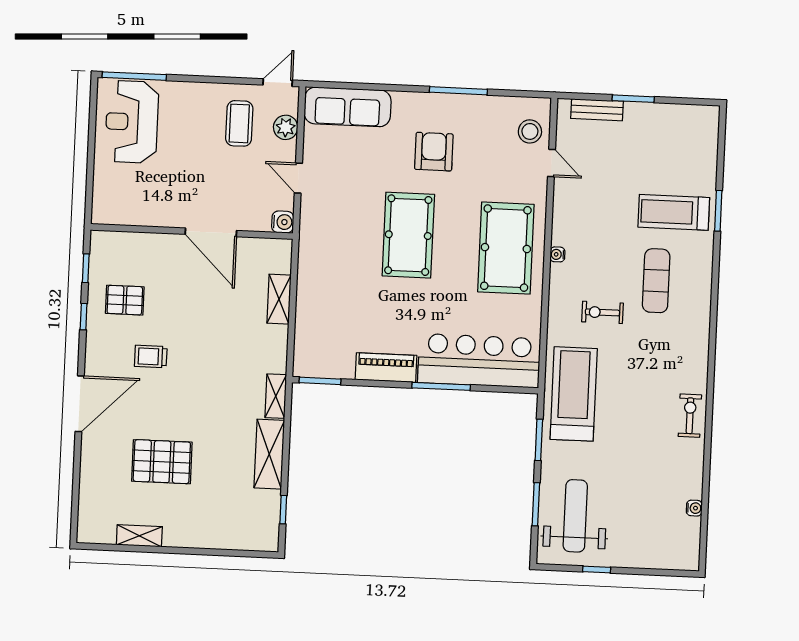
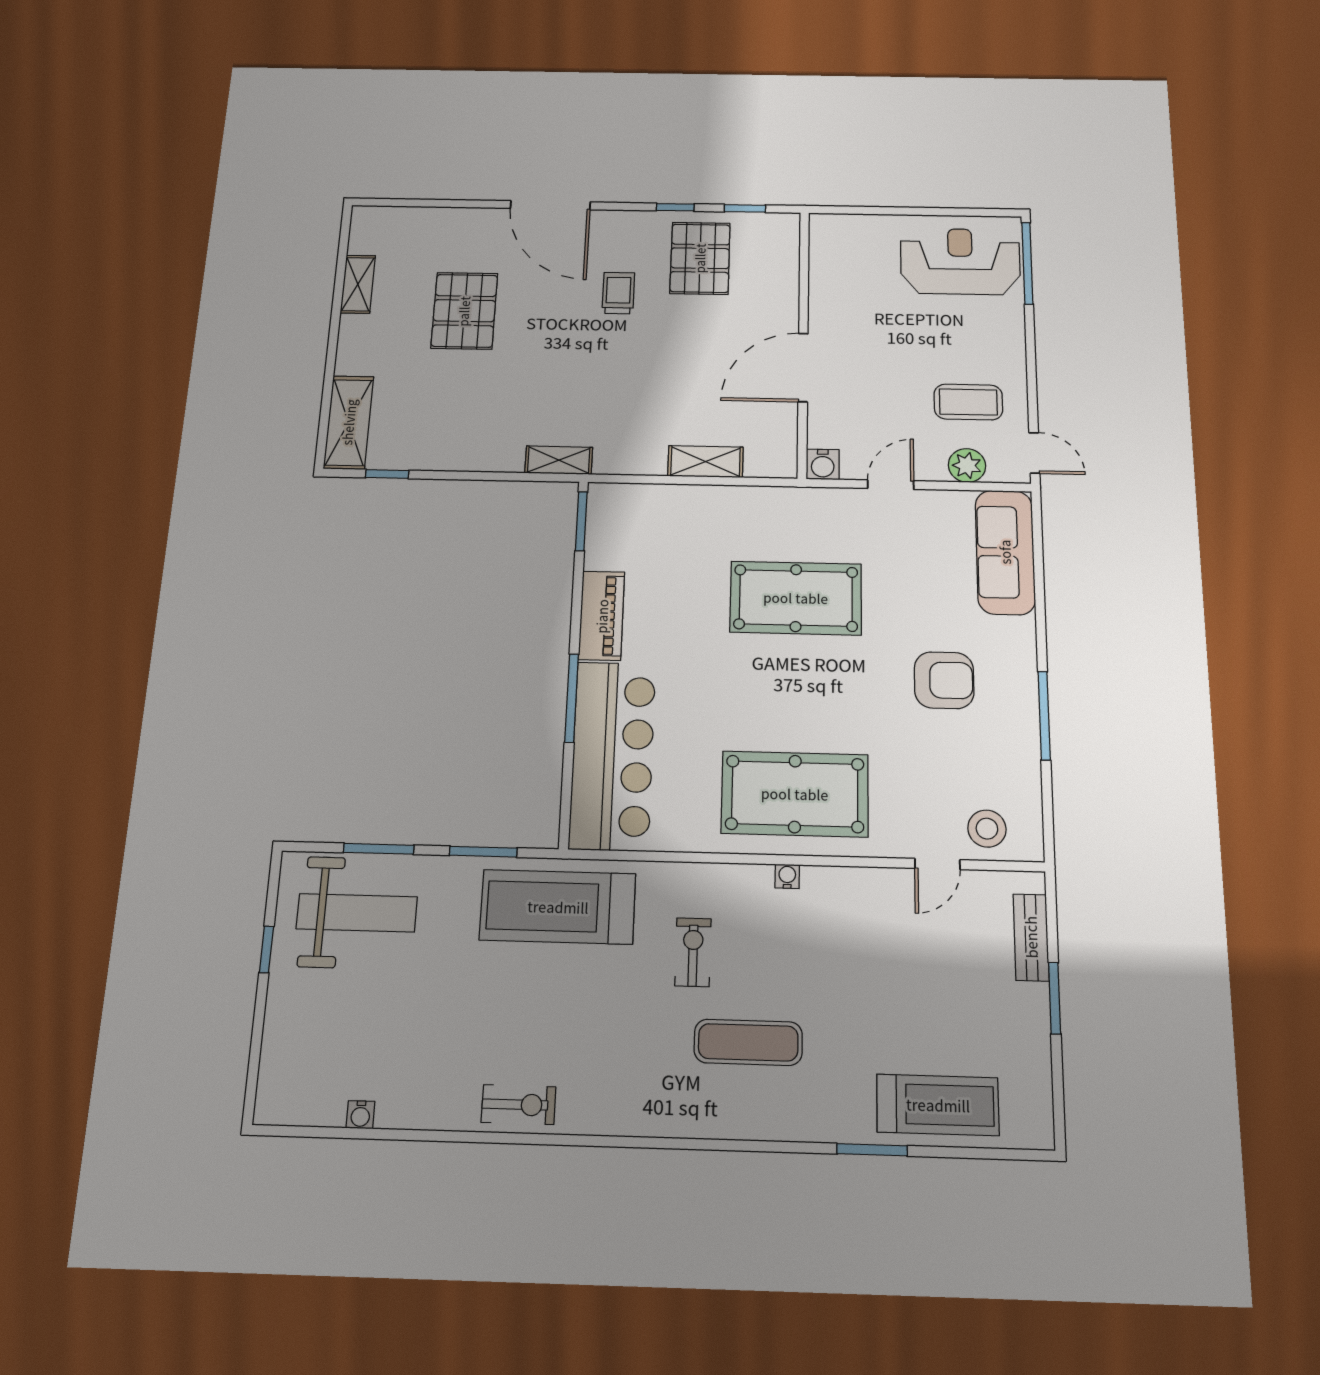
treadmill: (674, 212) -> (938, 1105), moved, turned 90
pool table: (408, 235) -> (796, 598), moved
pallet: (125, 300) -> (700, 258), width x1.50, depth x1.42
treadmill: (574, 394) -> (558, 907), turned 180
shelving: (269, 454) -> (349, 422), moved, turned 90

